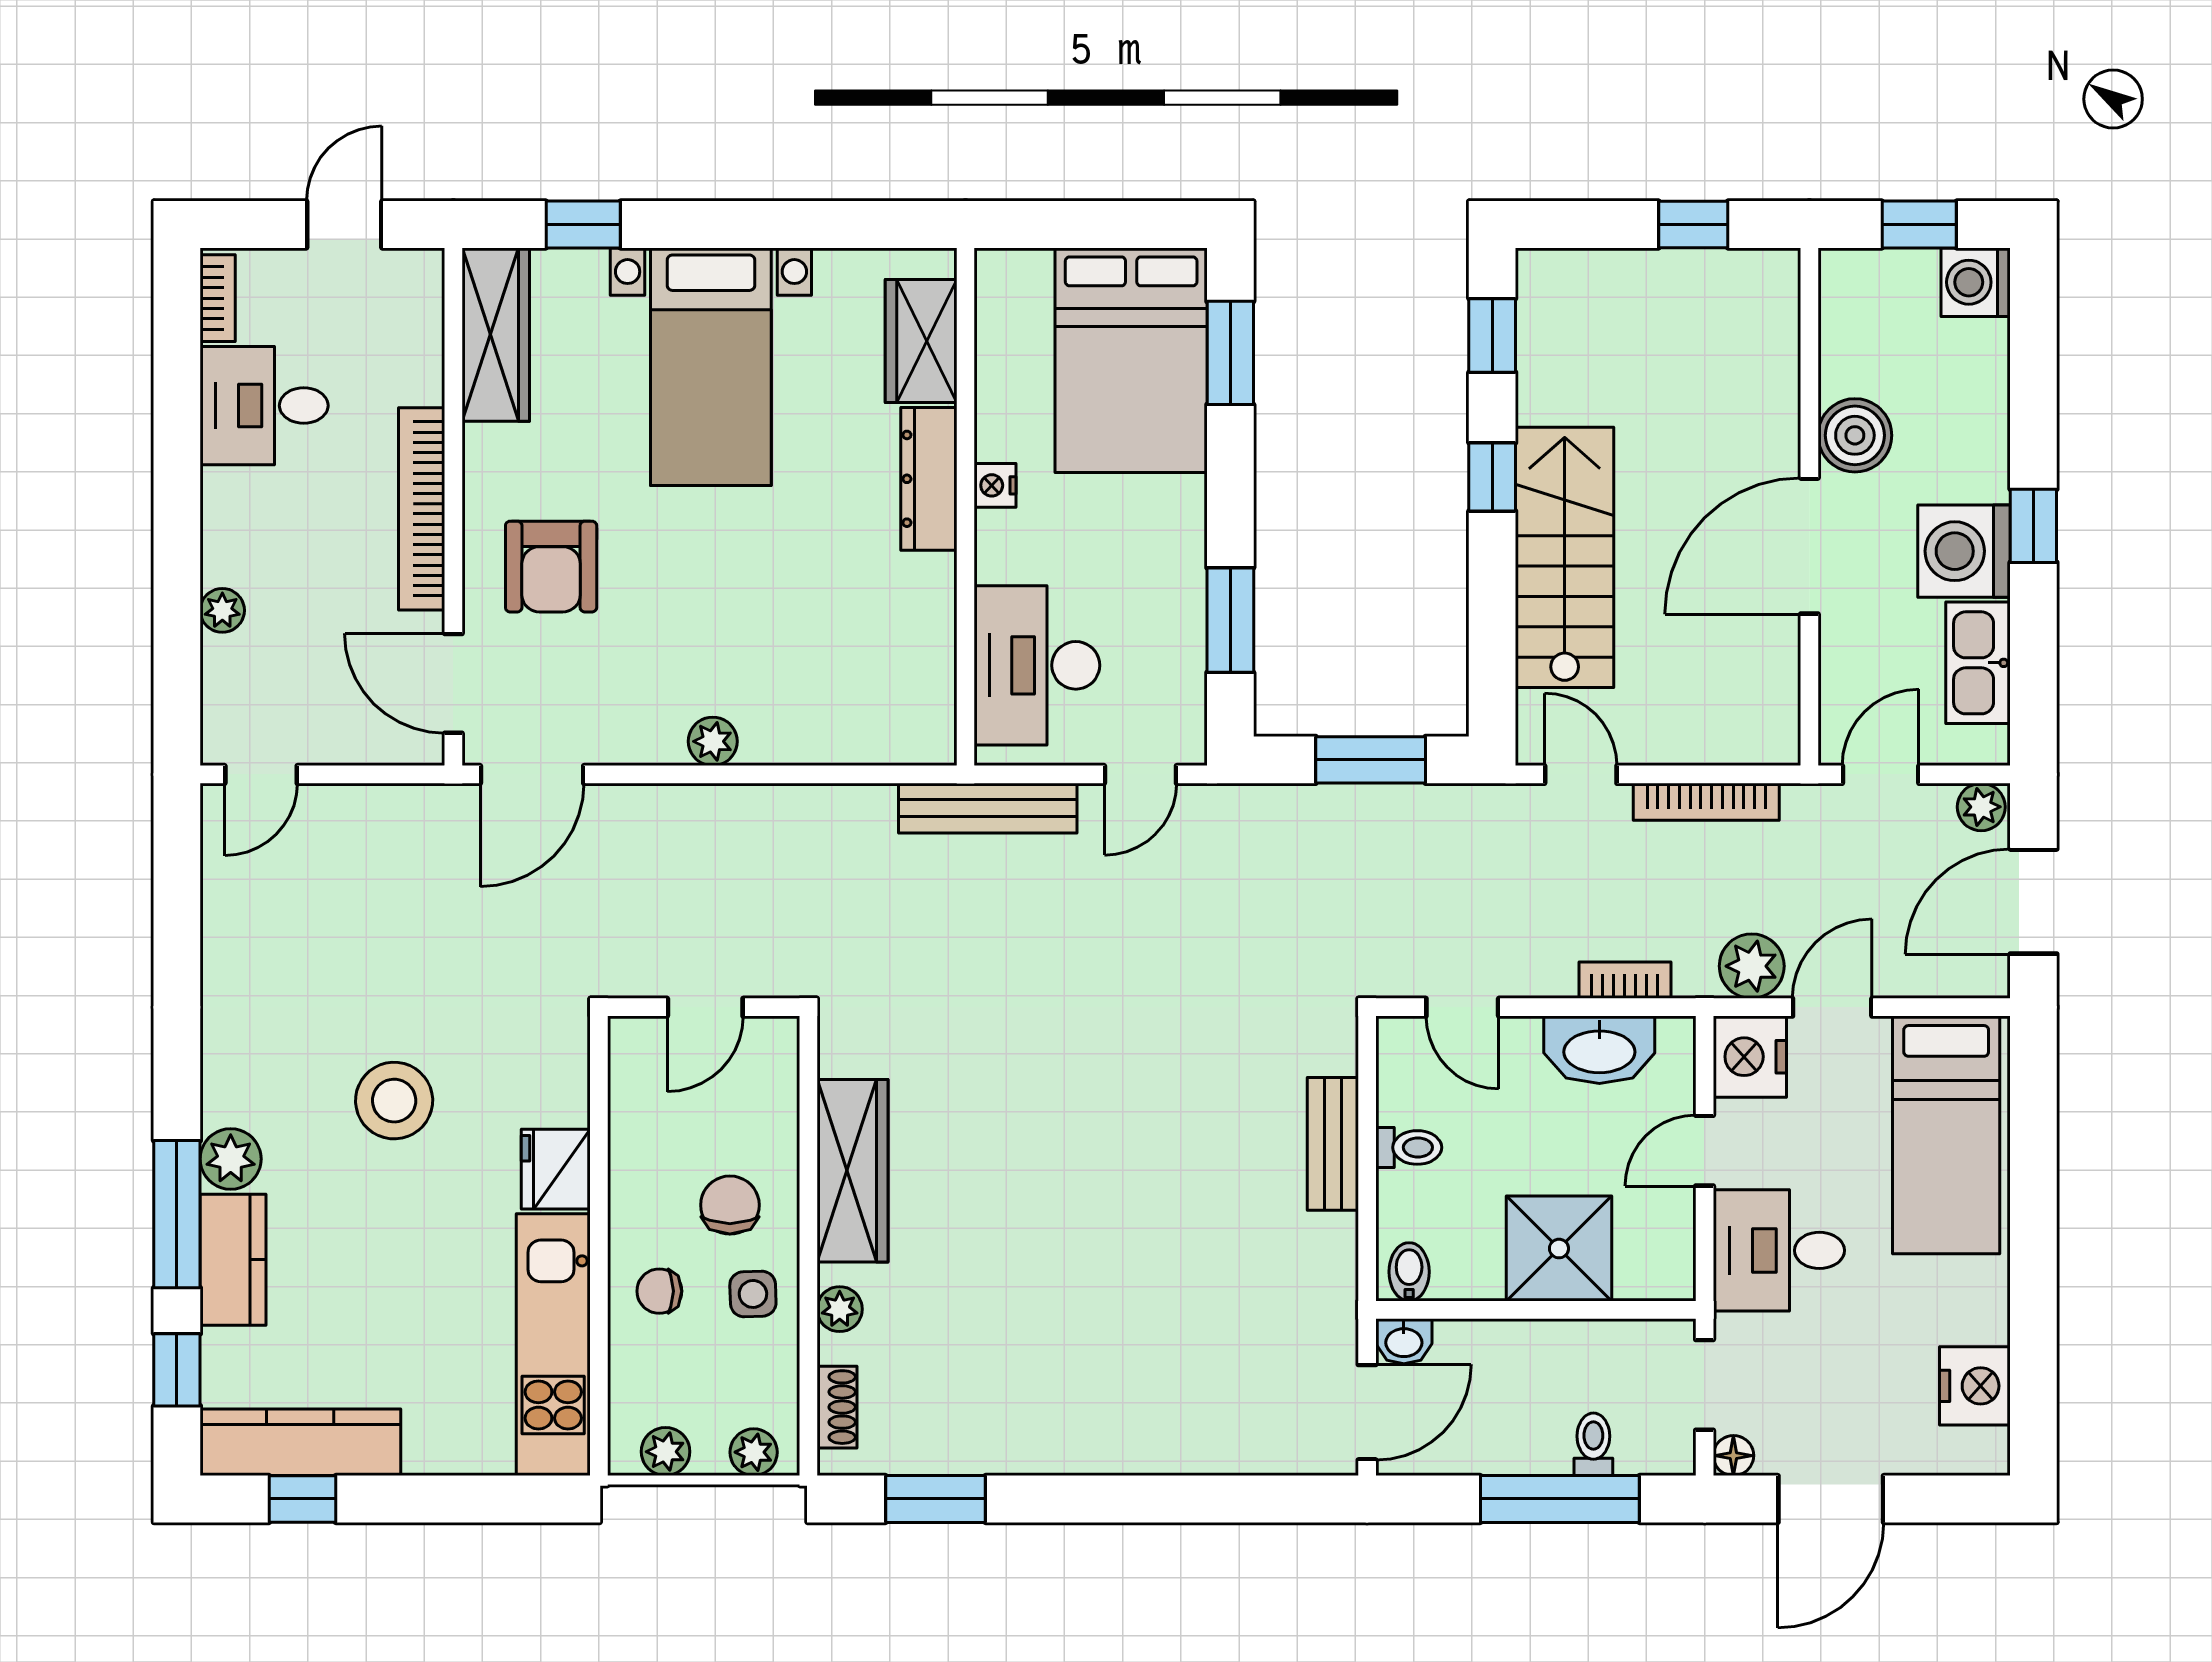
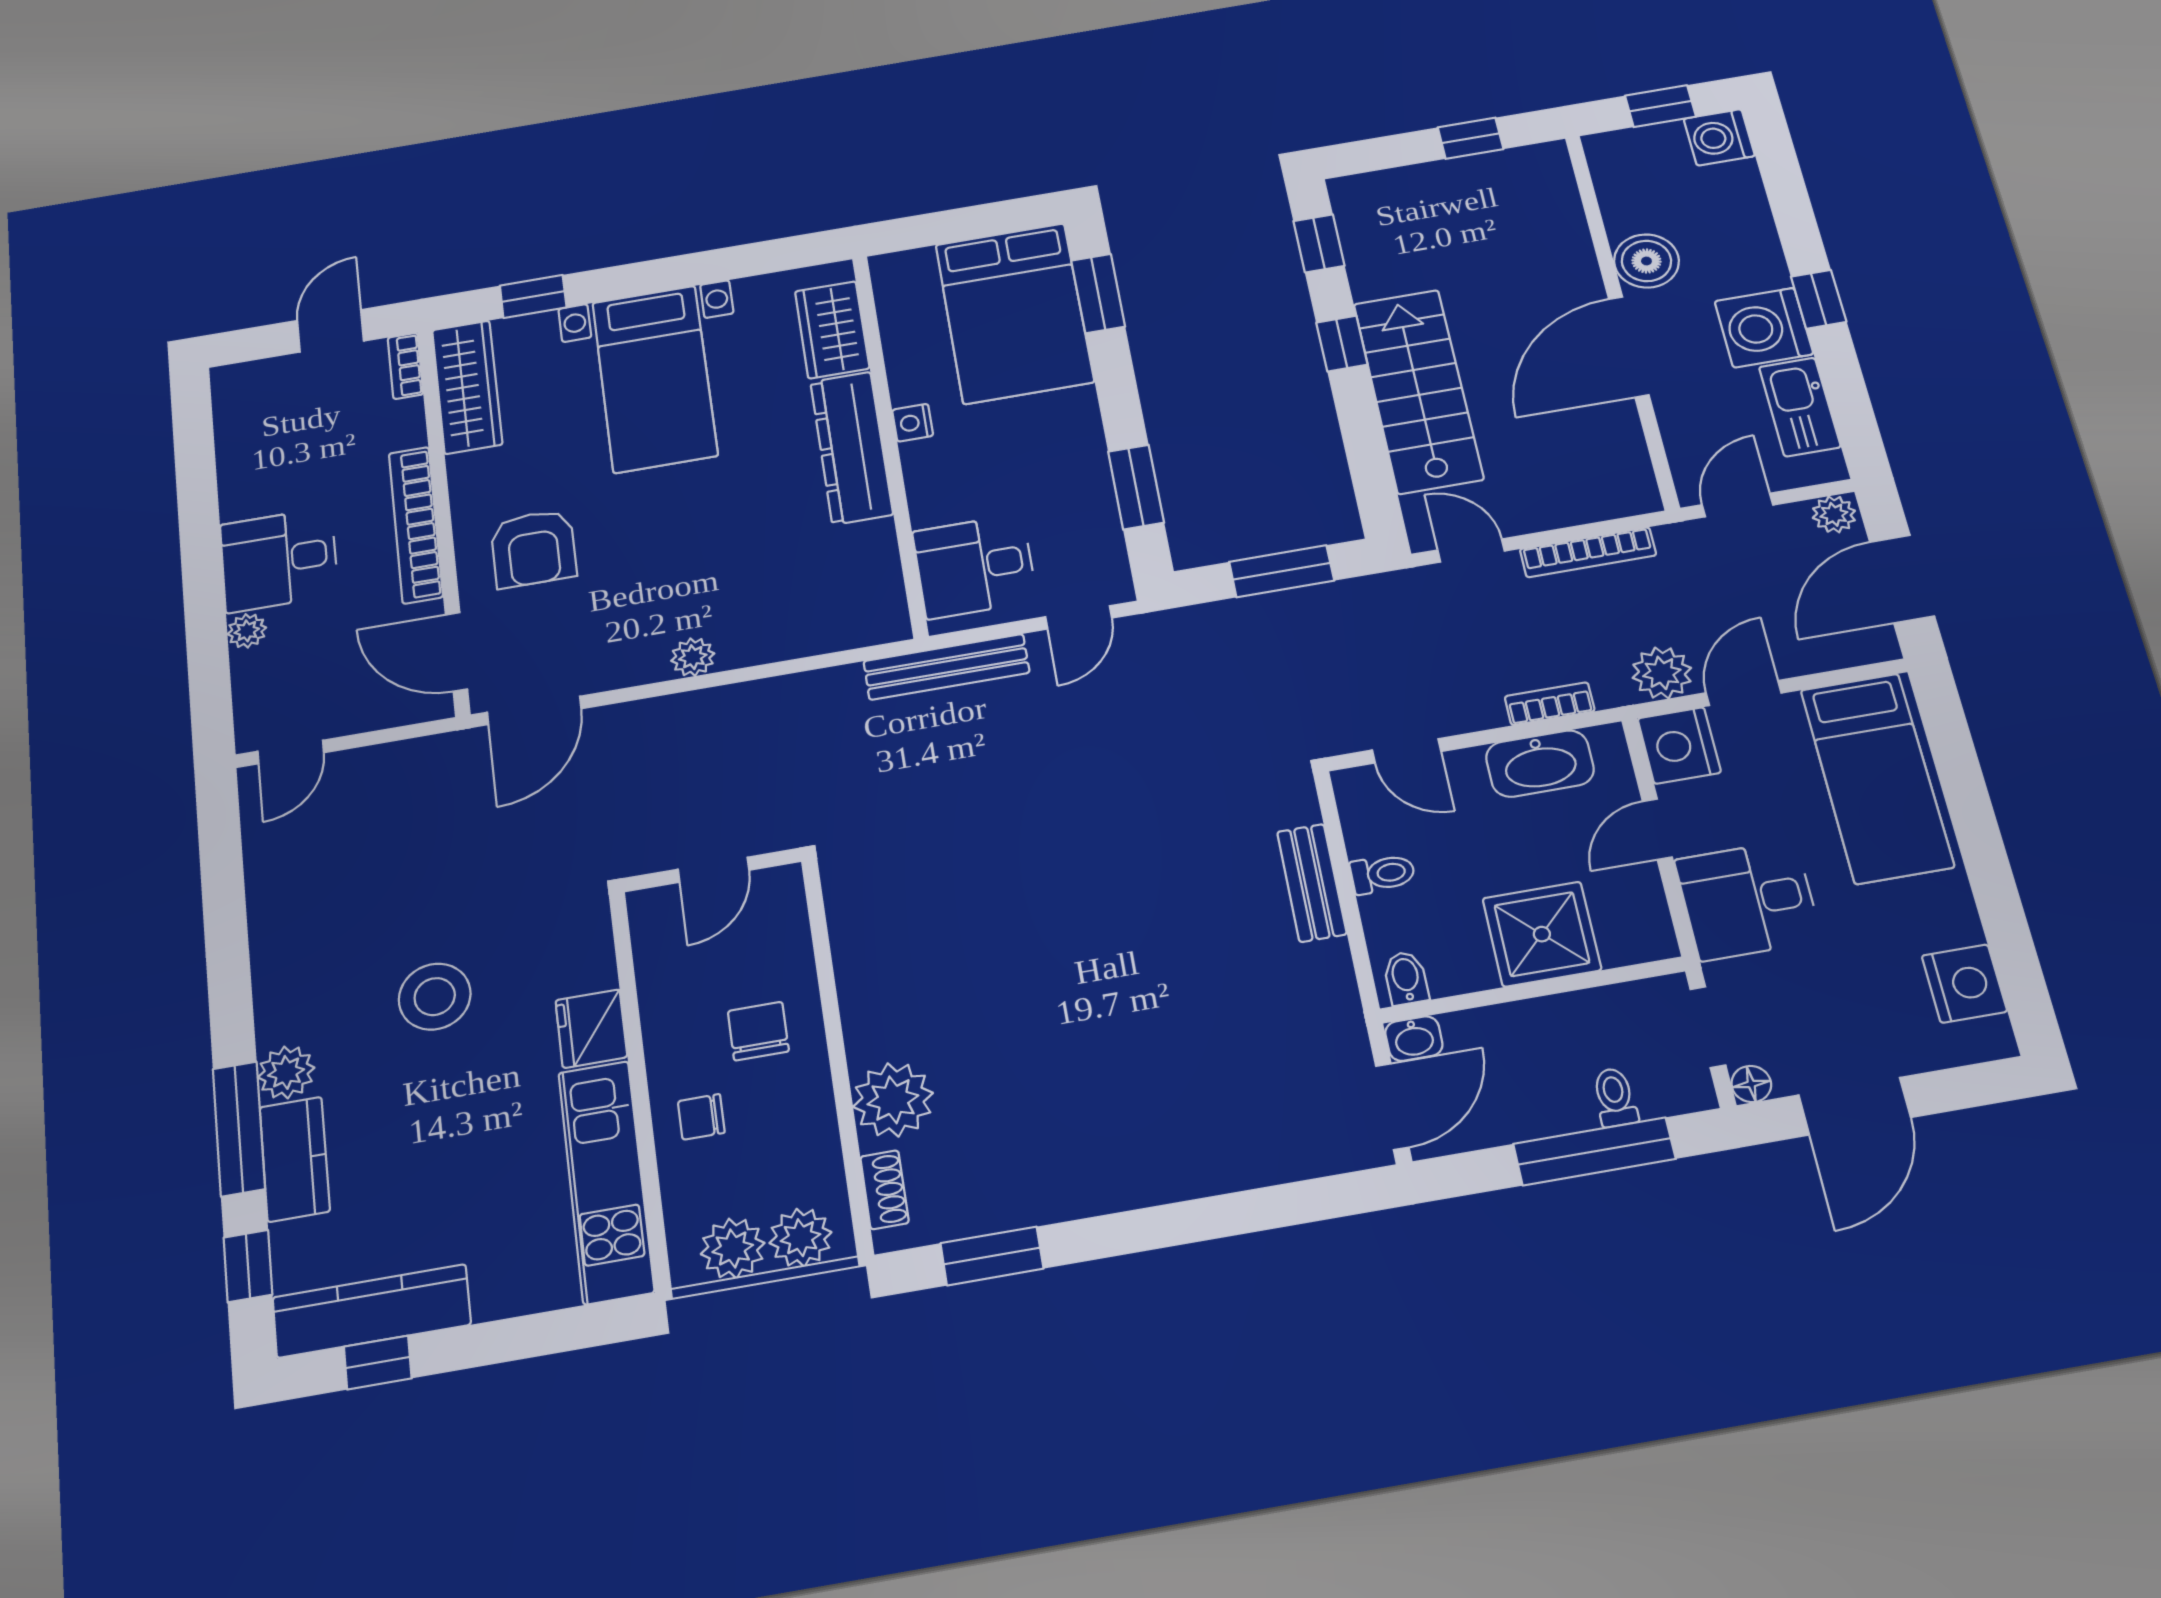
bookcase: (218, 298) -> (405, 366), moved, turned 180
desk: (264, 406) -> (279, 560), moved
dresser: (929, 479) -> (851, 448), width x1.37, depth x1.24
desk: (1037, 665) -> (975, 566), width x0.73
wardrobe: (852, 1171) -> (869, 982), removed
side table: (753, 1294) -> (790, 1104), removed
plant: (840, 1309) -> (893, 1100), width x1.88, depth x1.88
plant: (666, 1452) -> (733, 1249), width x1.38, depth x1.38
plant: (754, 1452) -> (800, 1238), width x1.38, depth x1.38

